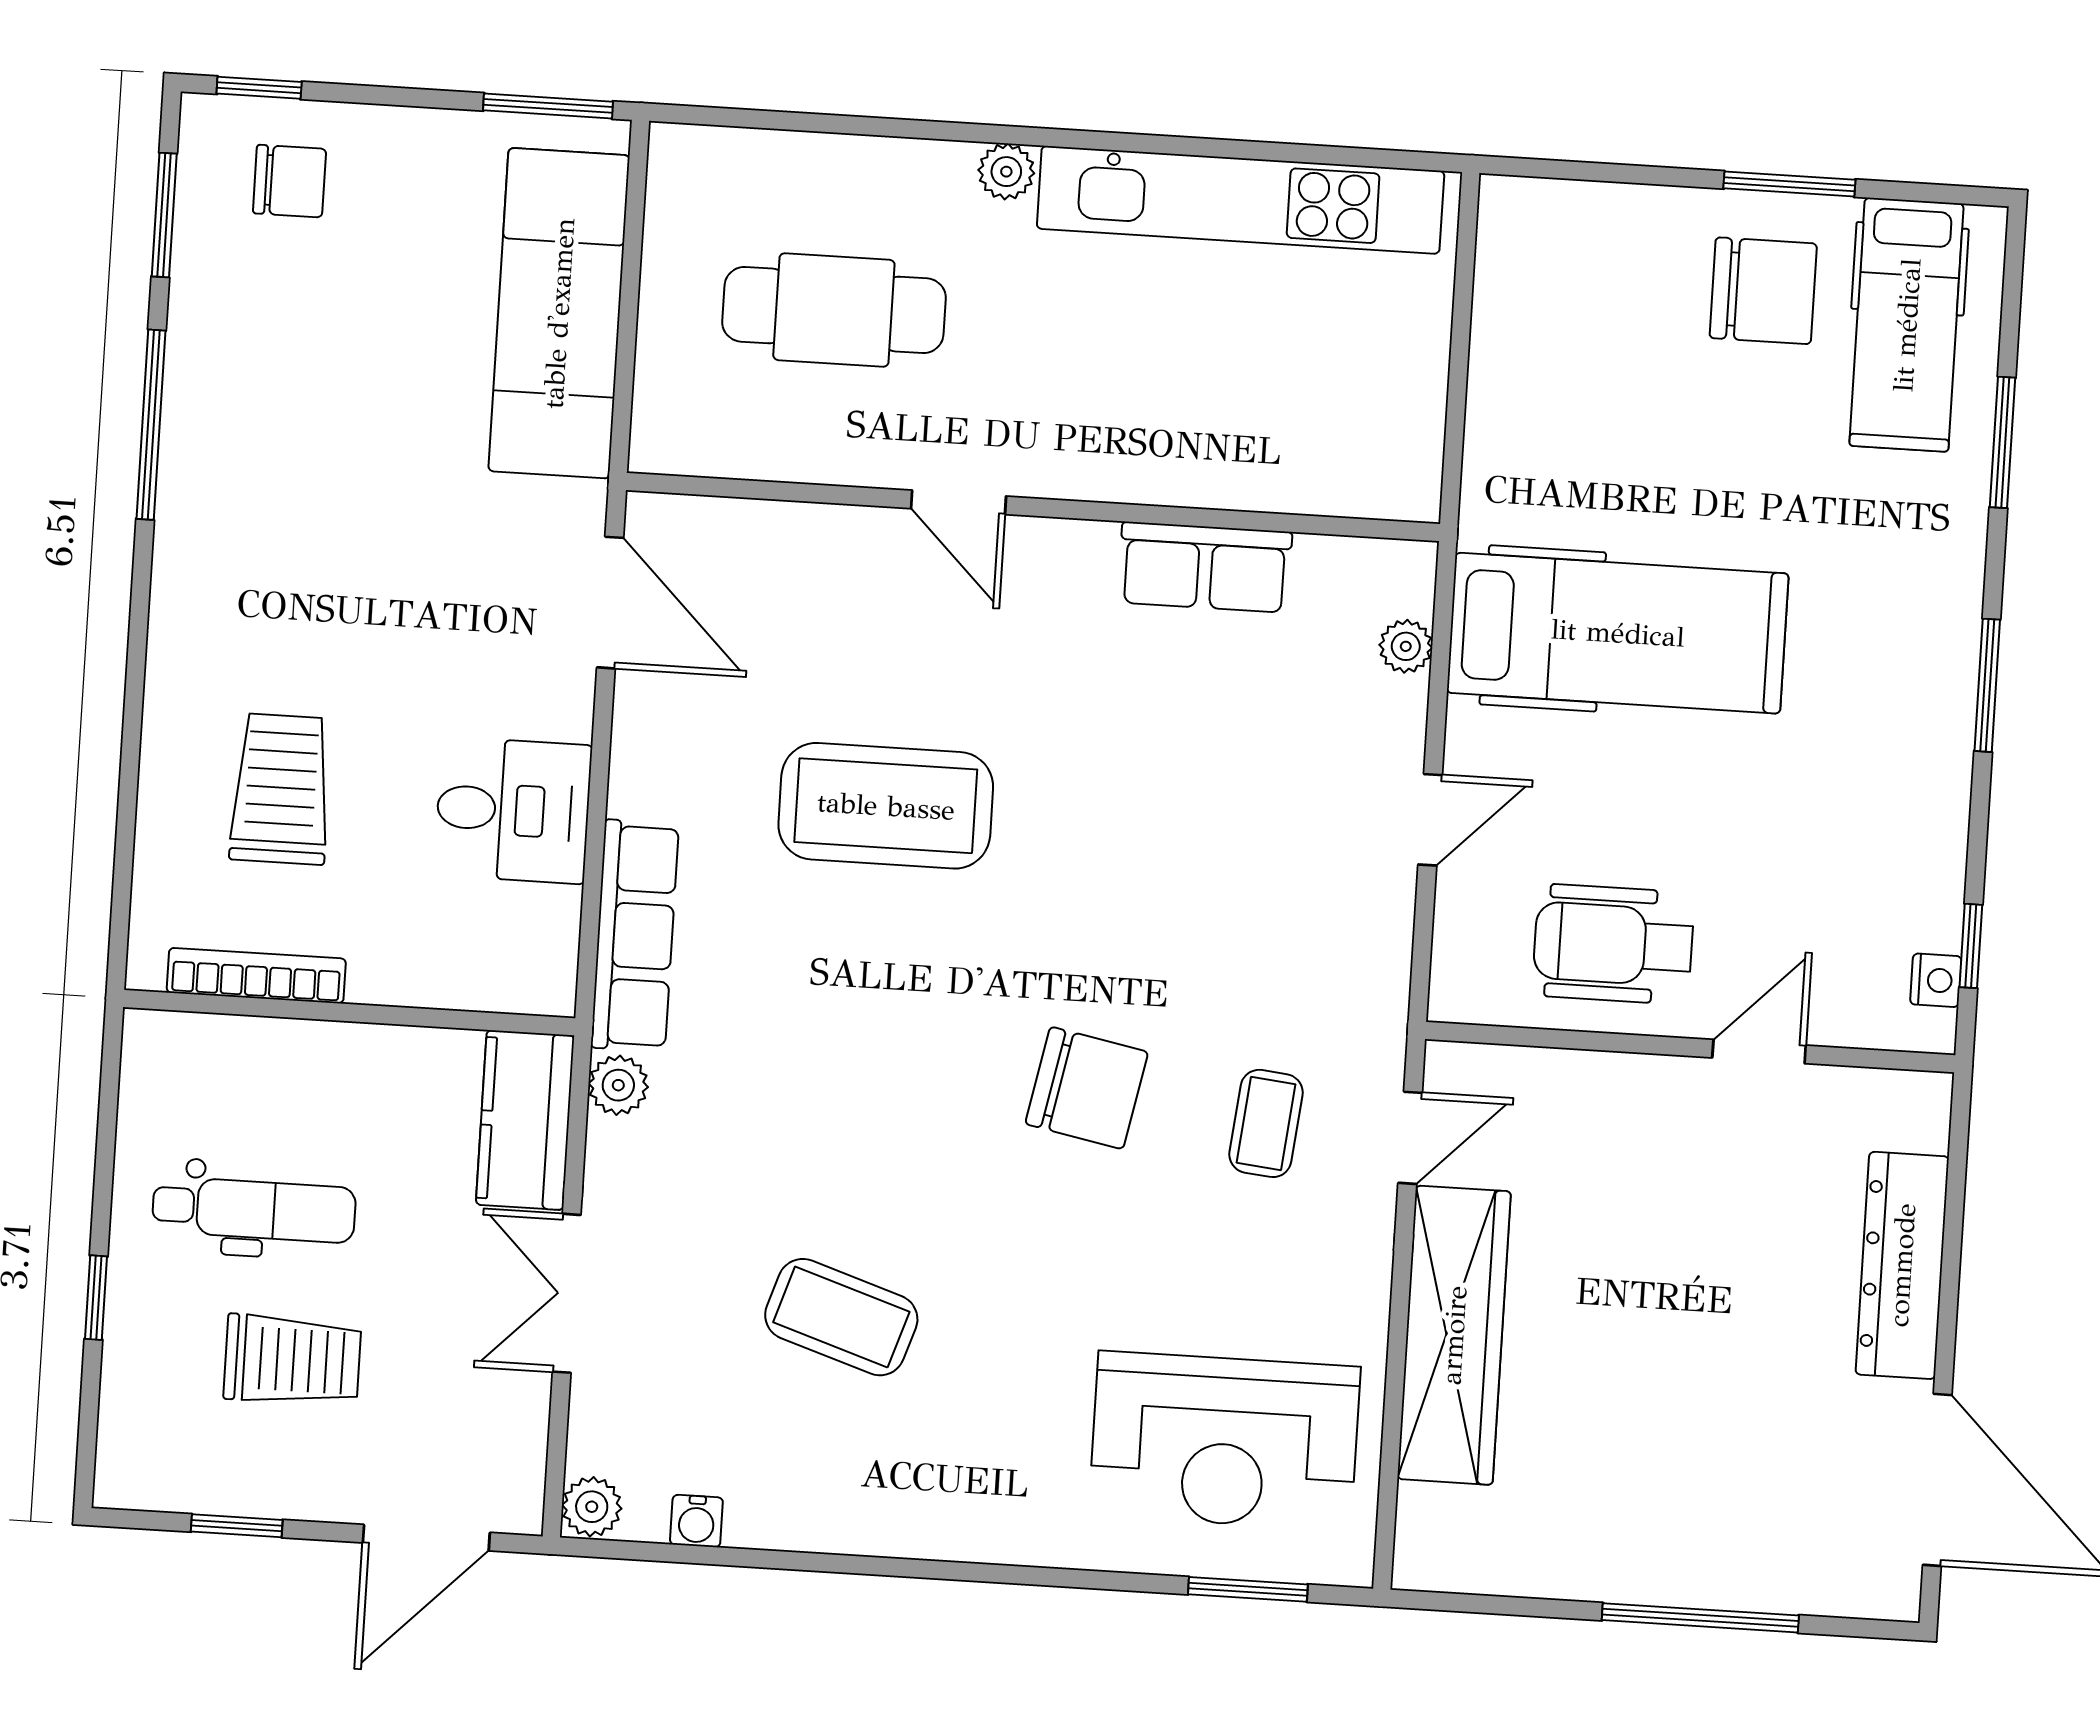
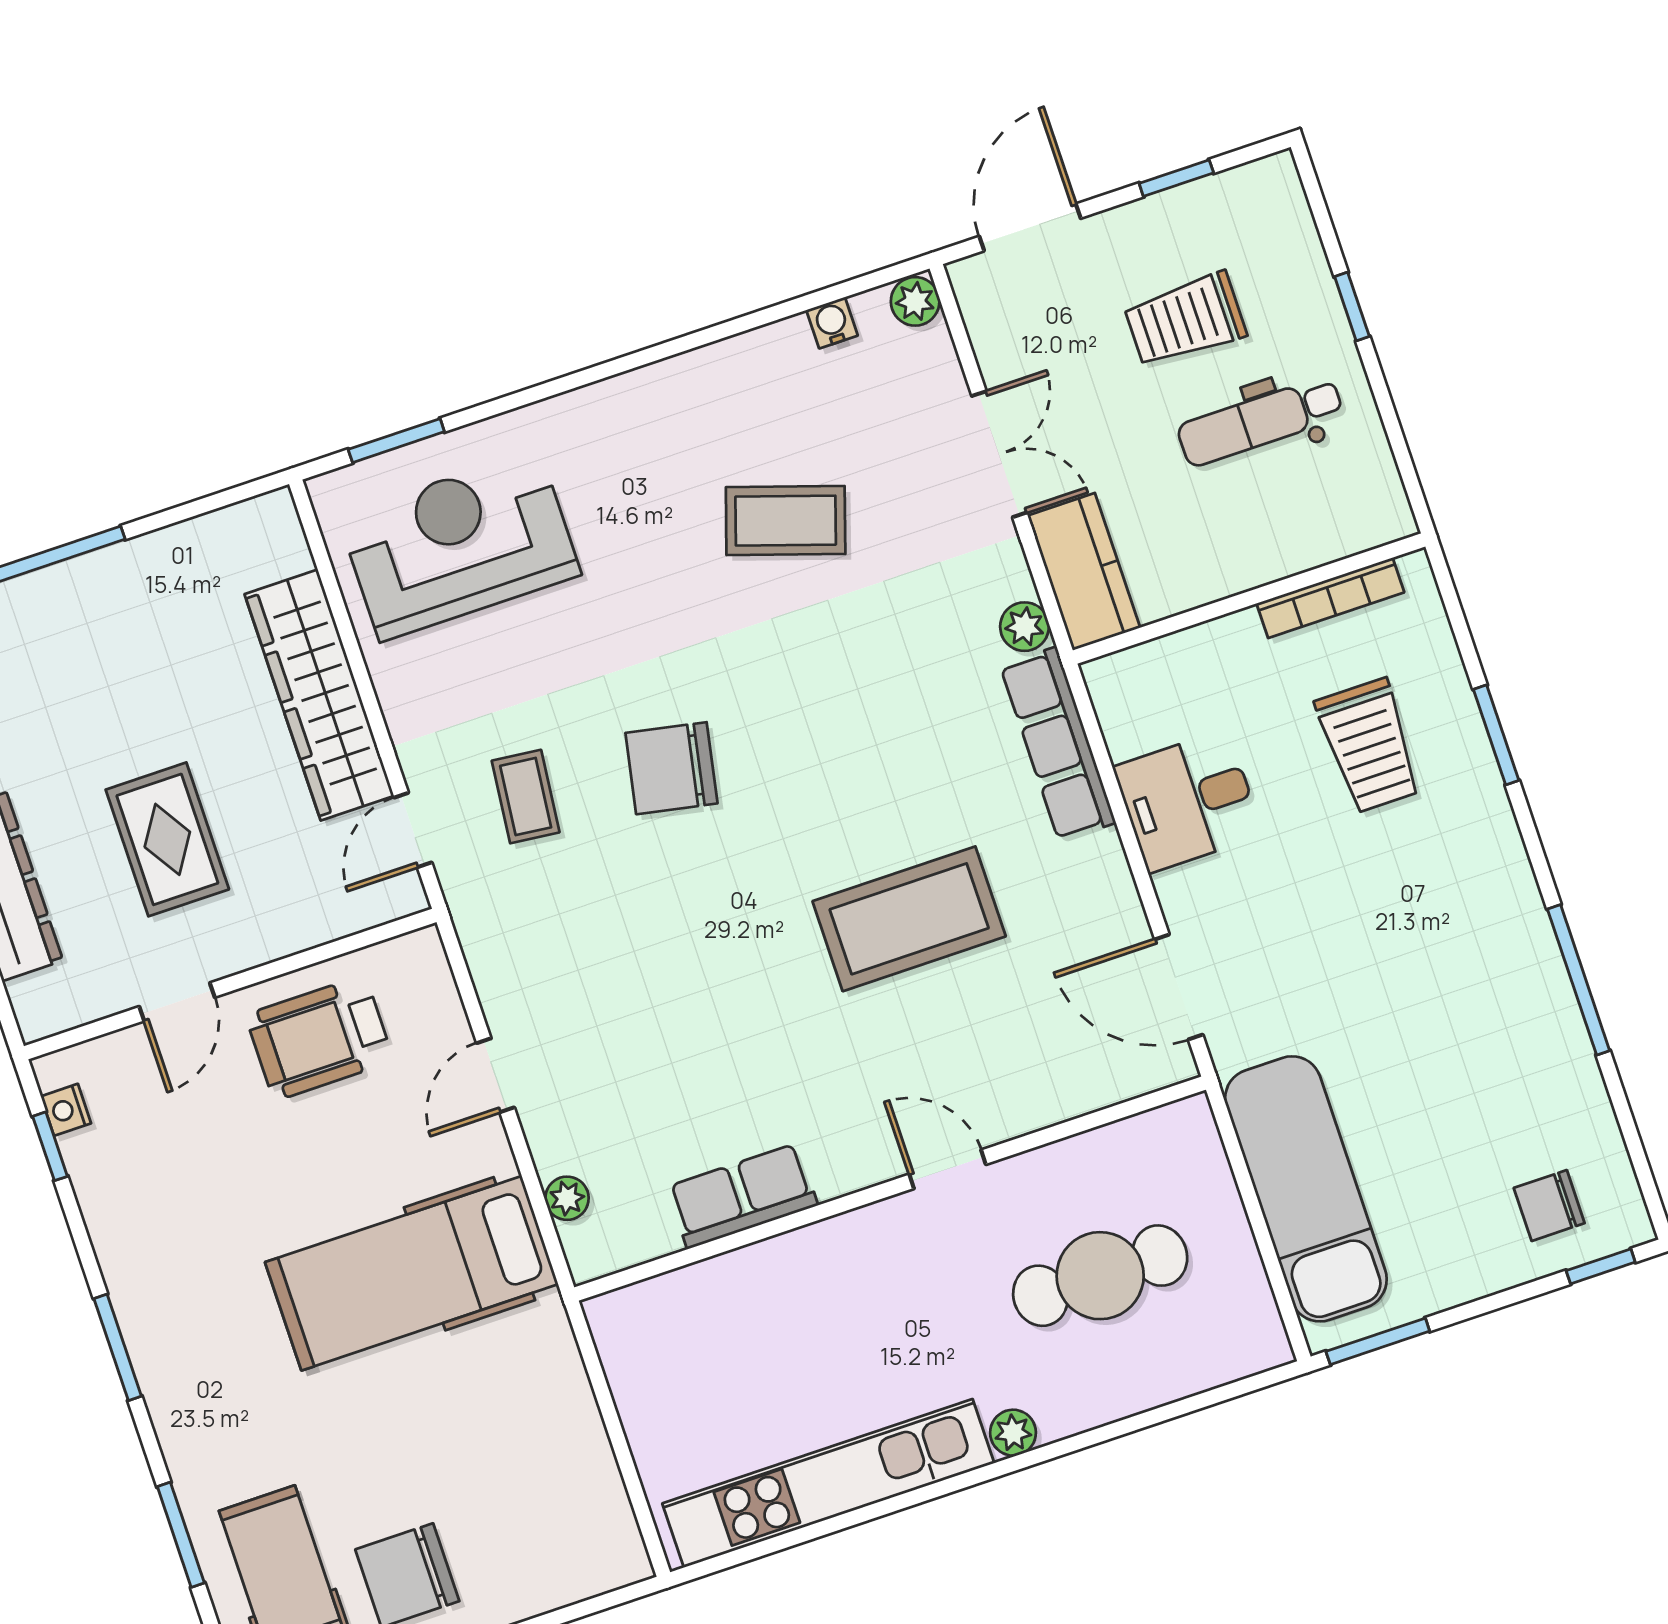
window: (164, 215) -> (1496, 735), moved
wheelchair: (1613, 944) -> (320, 1038), turned 180
rug: (1694, 1241) -> (167, 839), added

